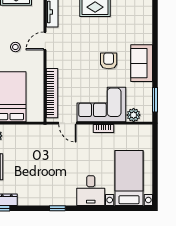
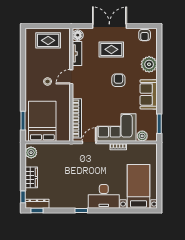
plant: (142, 26) -> (149, 64), added
armchair: (109, 61) -> (118, 80), moved
door: (67, 123) -> (89, 142), swing flipped
desk: (91, 191) -> (104, 196), width x1.37

